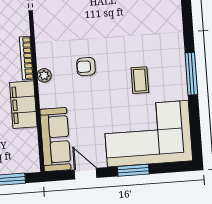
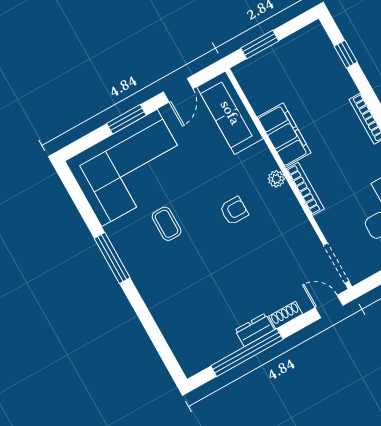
door: (86, 174) -> (178, 90), hinge flipped

